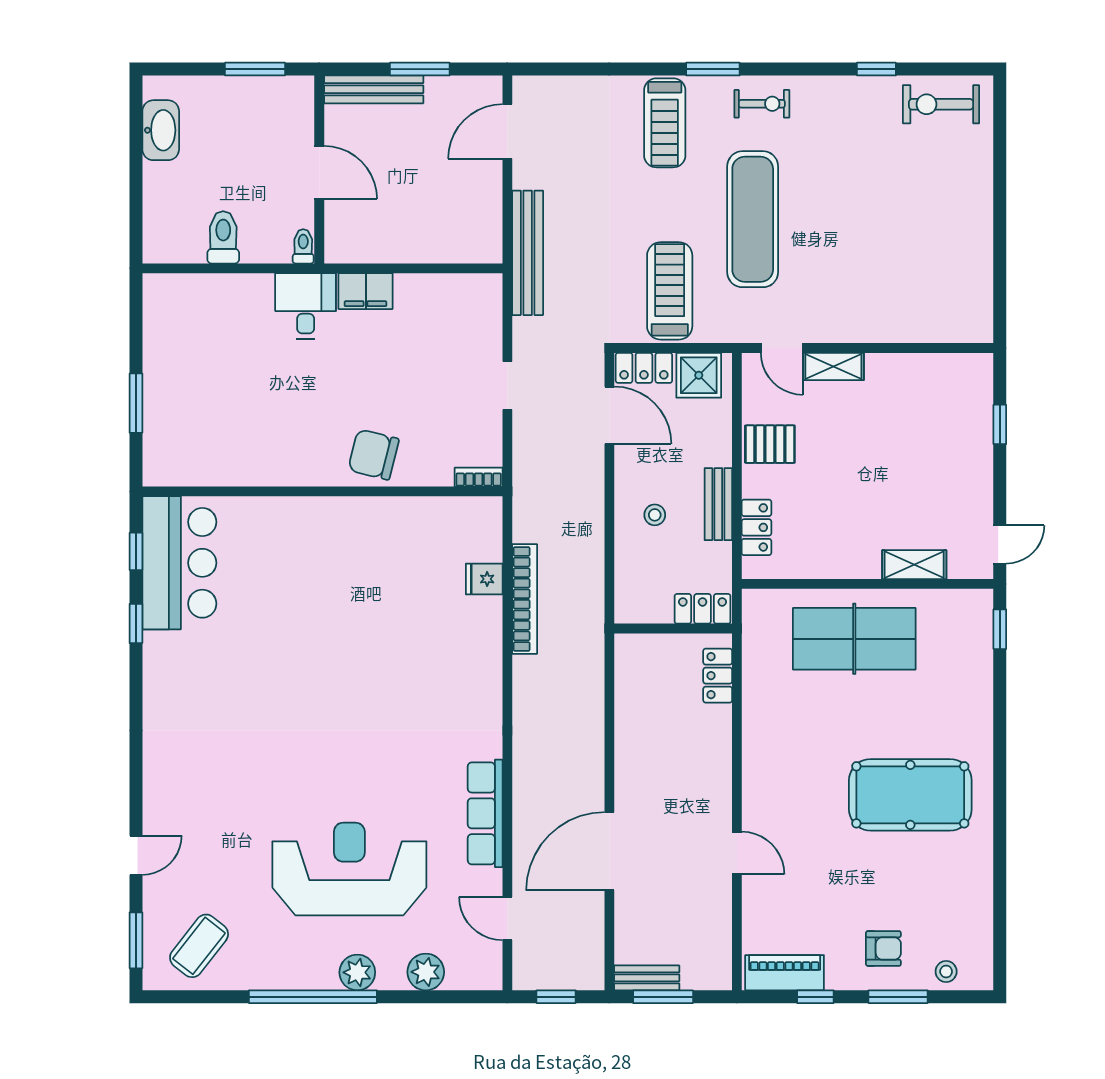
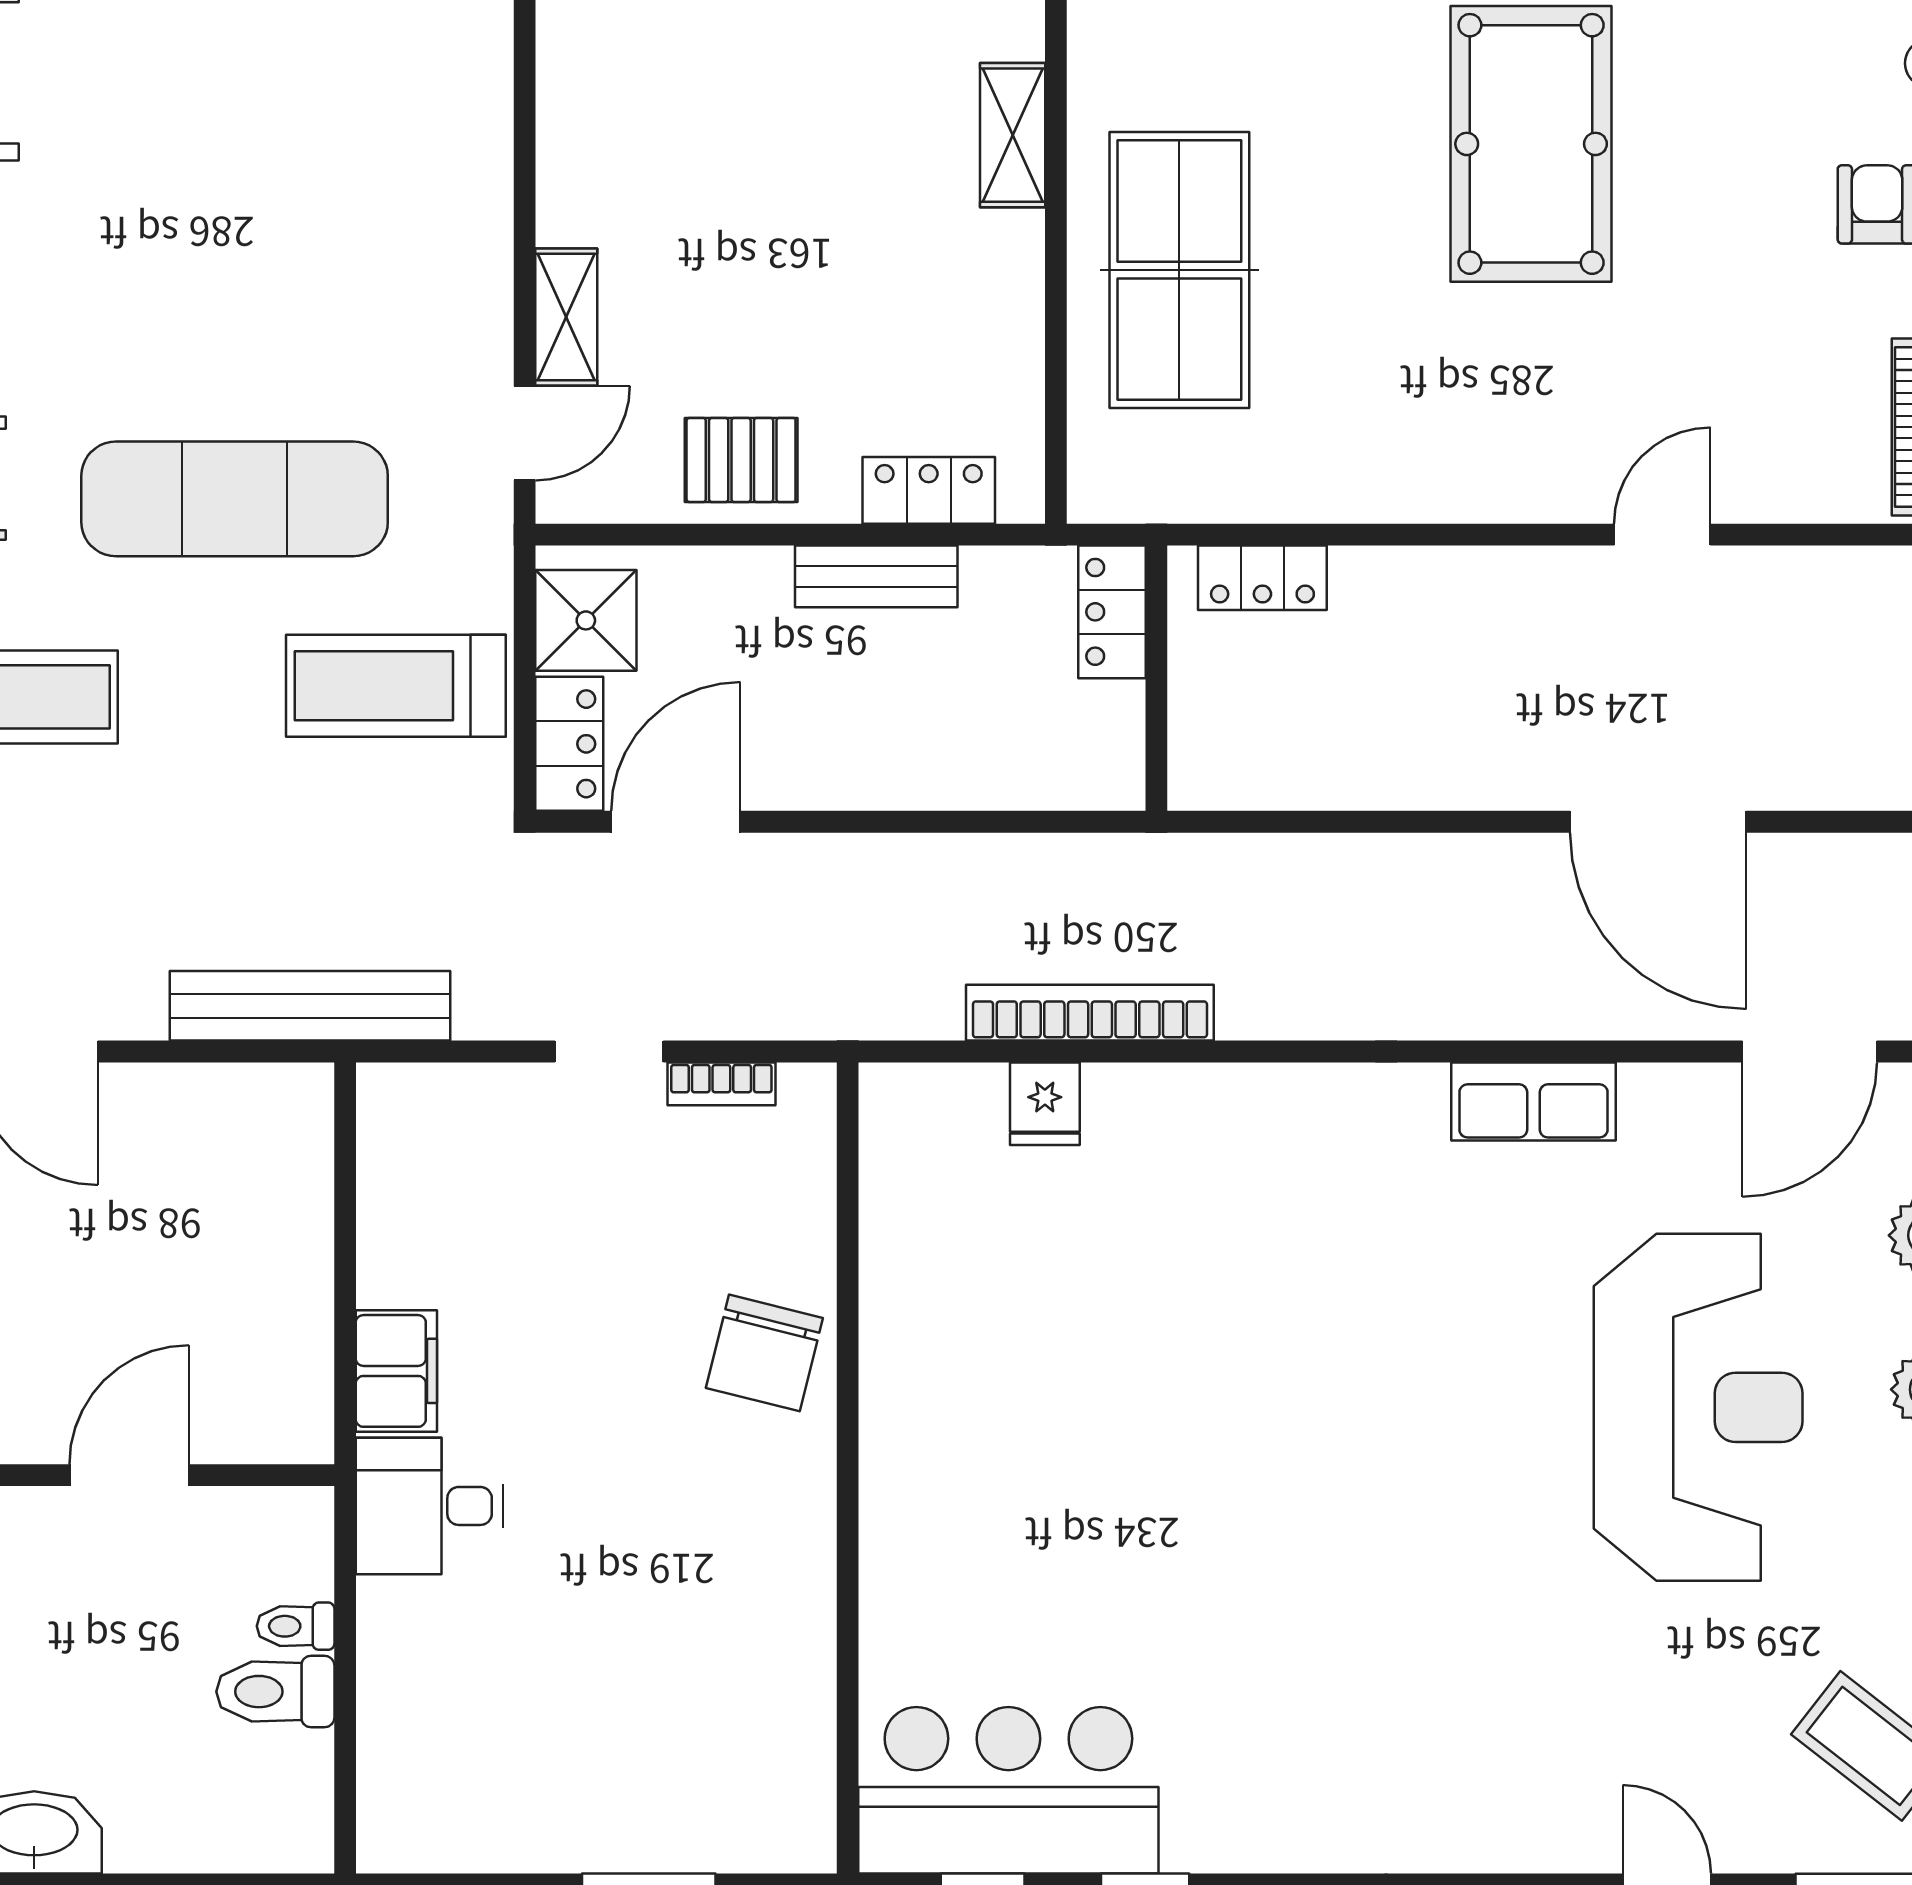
toilet: (303, 246) -> (296, 1626), moved
pallet: (770, 444) -> (741, 460), turned 90
bookcase: (479, 477) -> (721, 1084), moved, turned -90
stool: (655, 515) -> (900, 719), removed
row of seats: (485, 813) -> (1533, 1101), width x0.68
reception desk: (349, 869) -> (1698, 1407), turned 180
door: (507, 919) -> (1810, 1051), width x1.38

